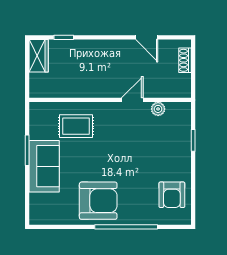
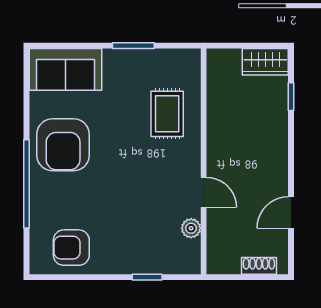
sofa: (44, 166) -> (65, 69), moved

